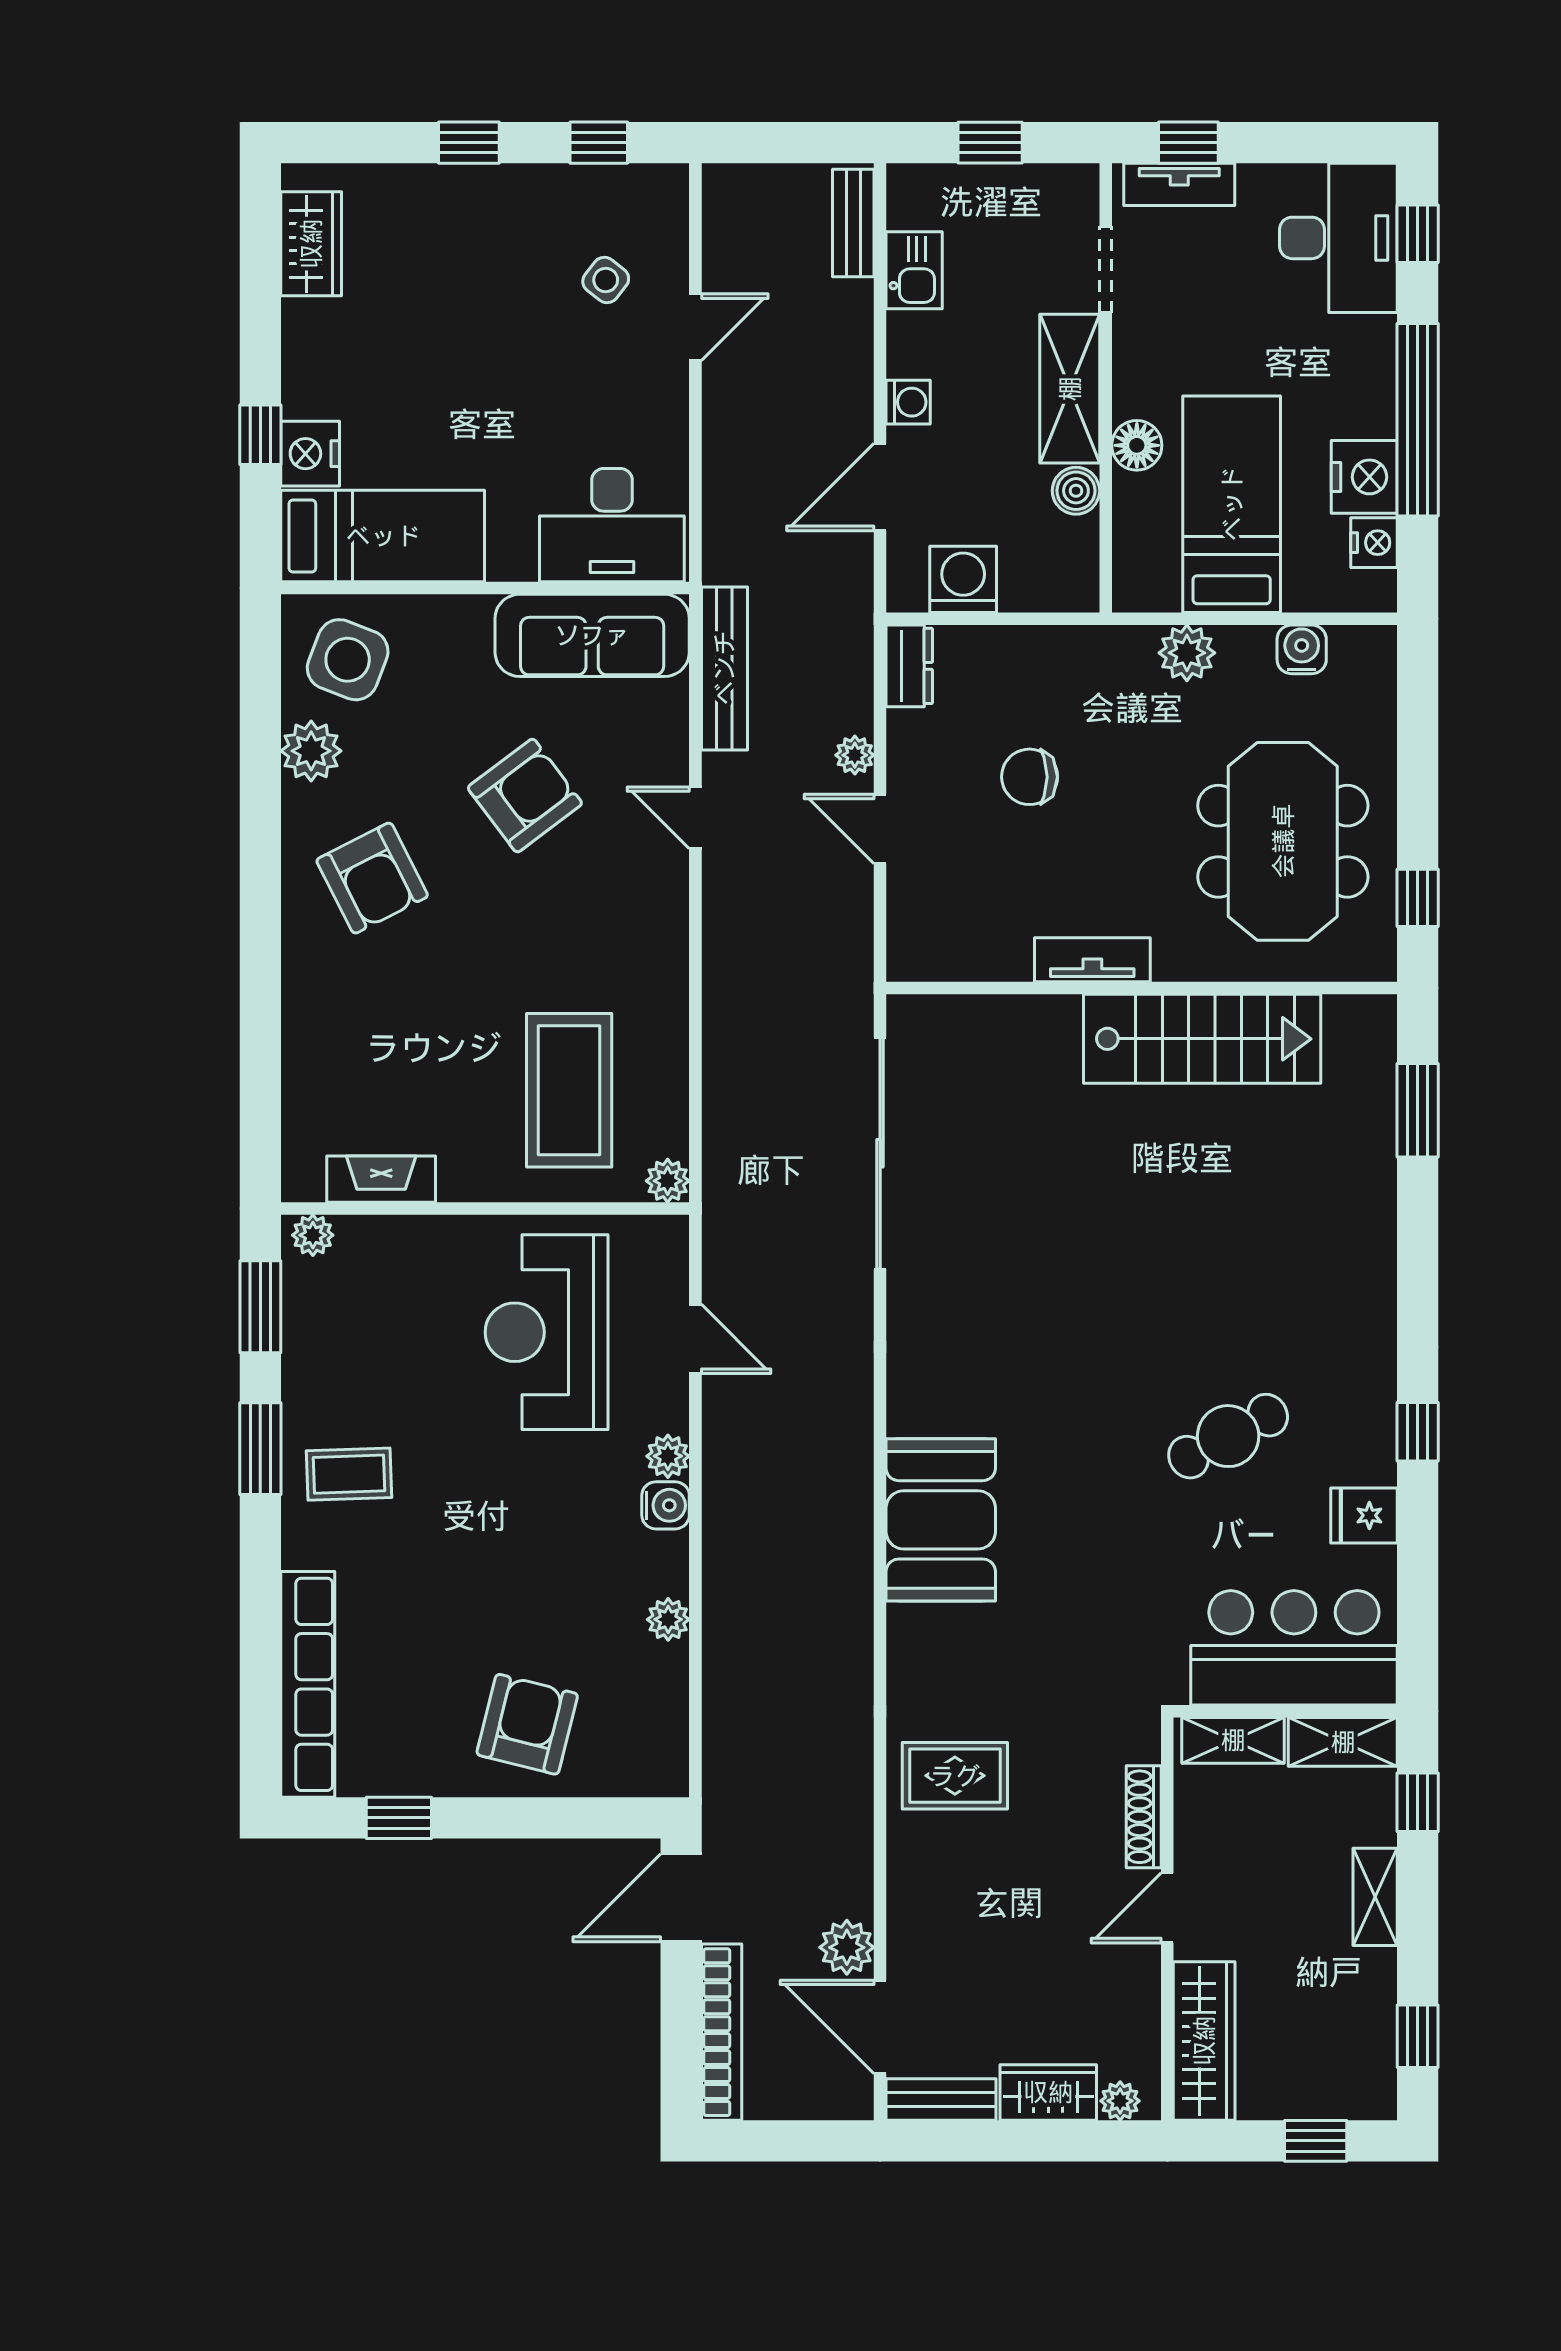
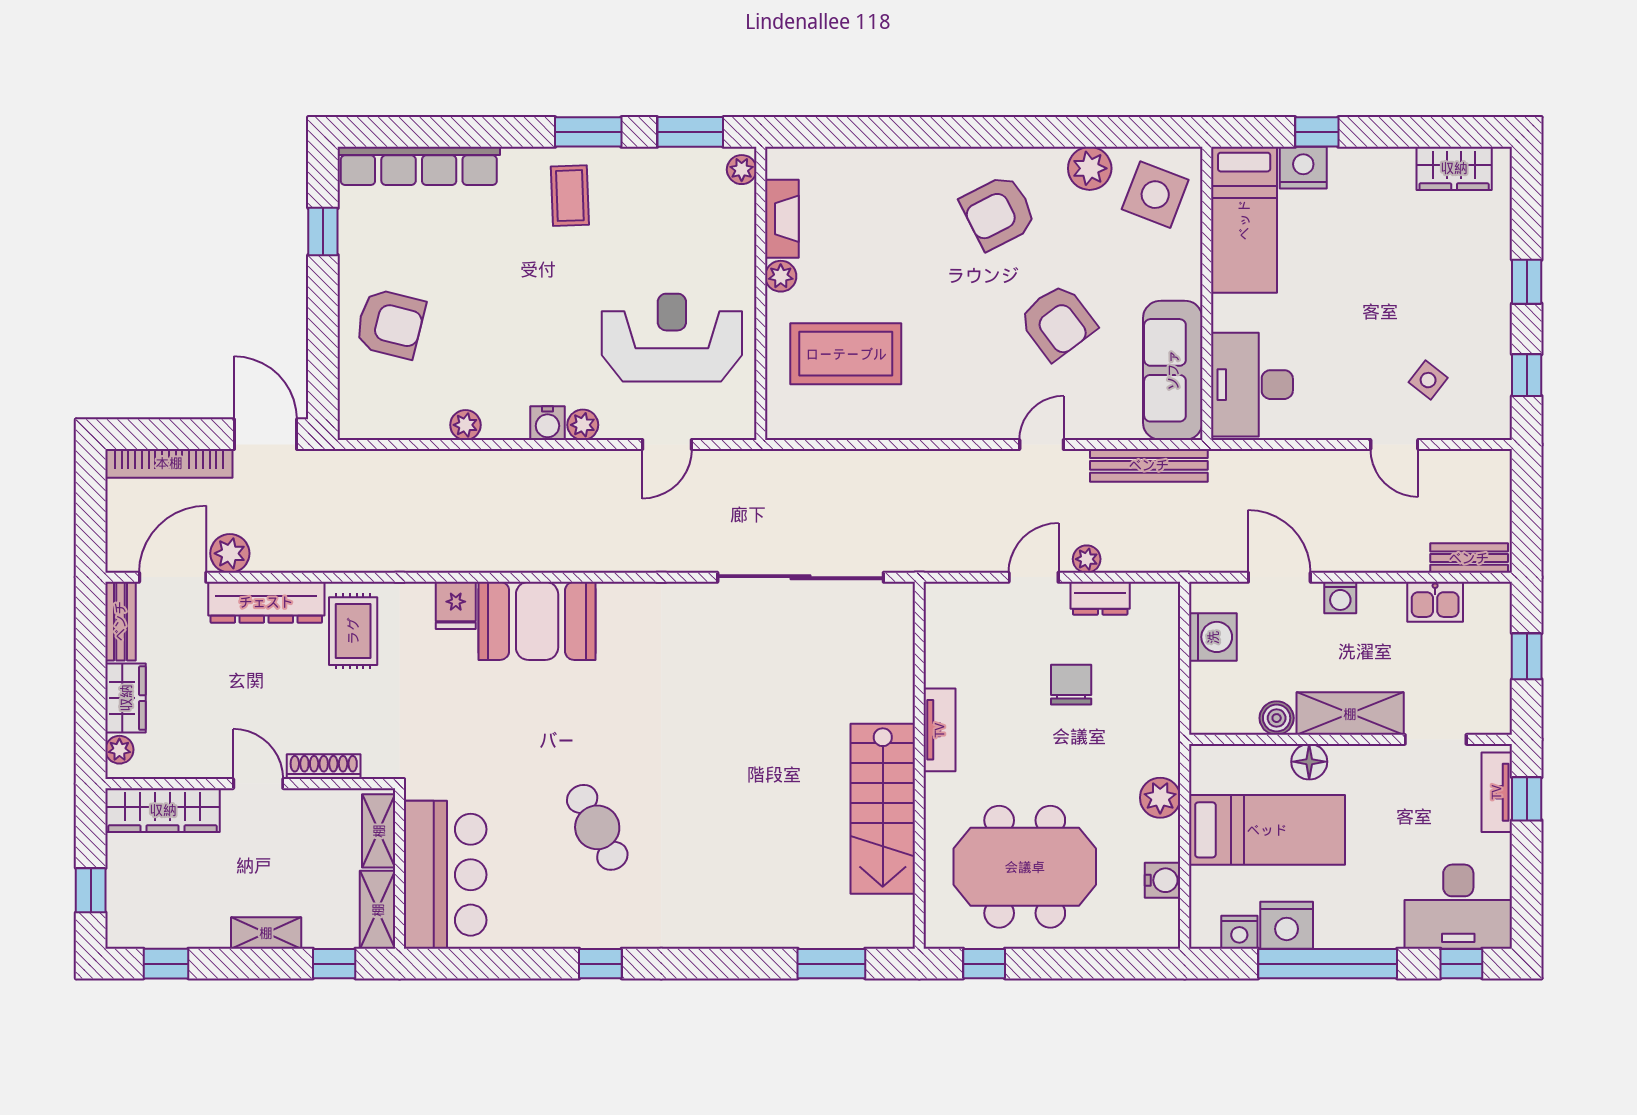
dresser: (909, 666) -> (1100, 598), moved
plant: (668, 1181) -> (781, 276), moved
fridge: (1364, 1515) -> (456, 605), moved, turned 180
dresser: (915, 1897) -> (266, 602), added

